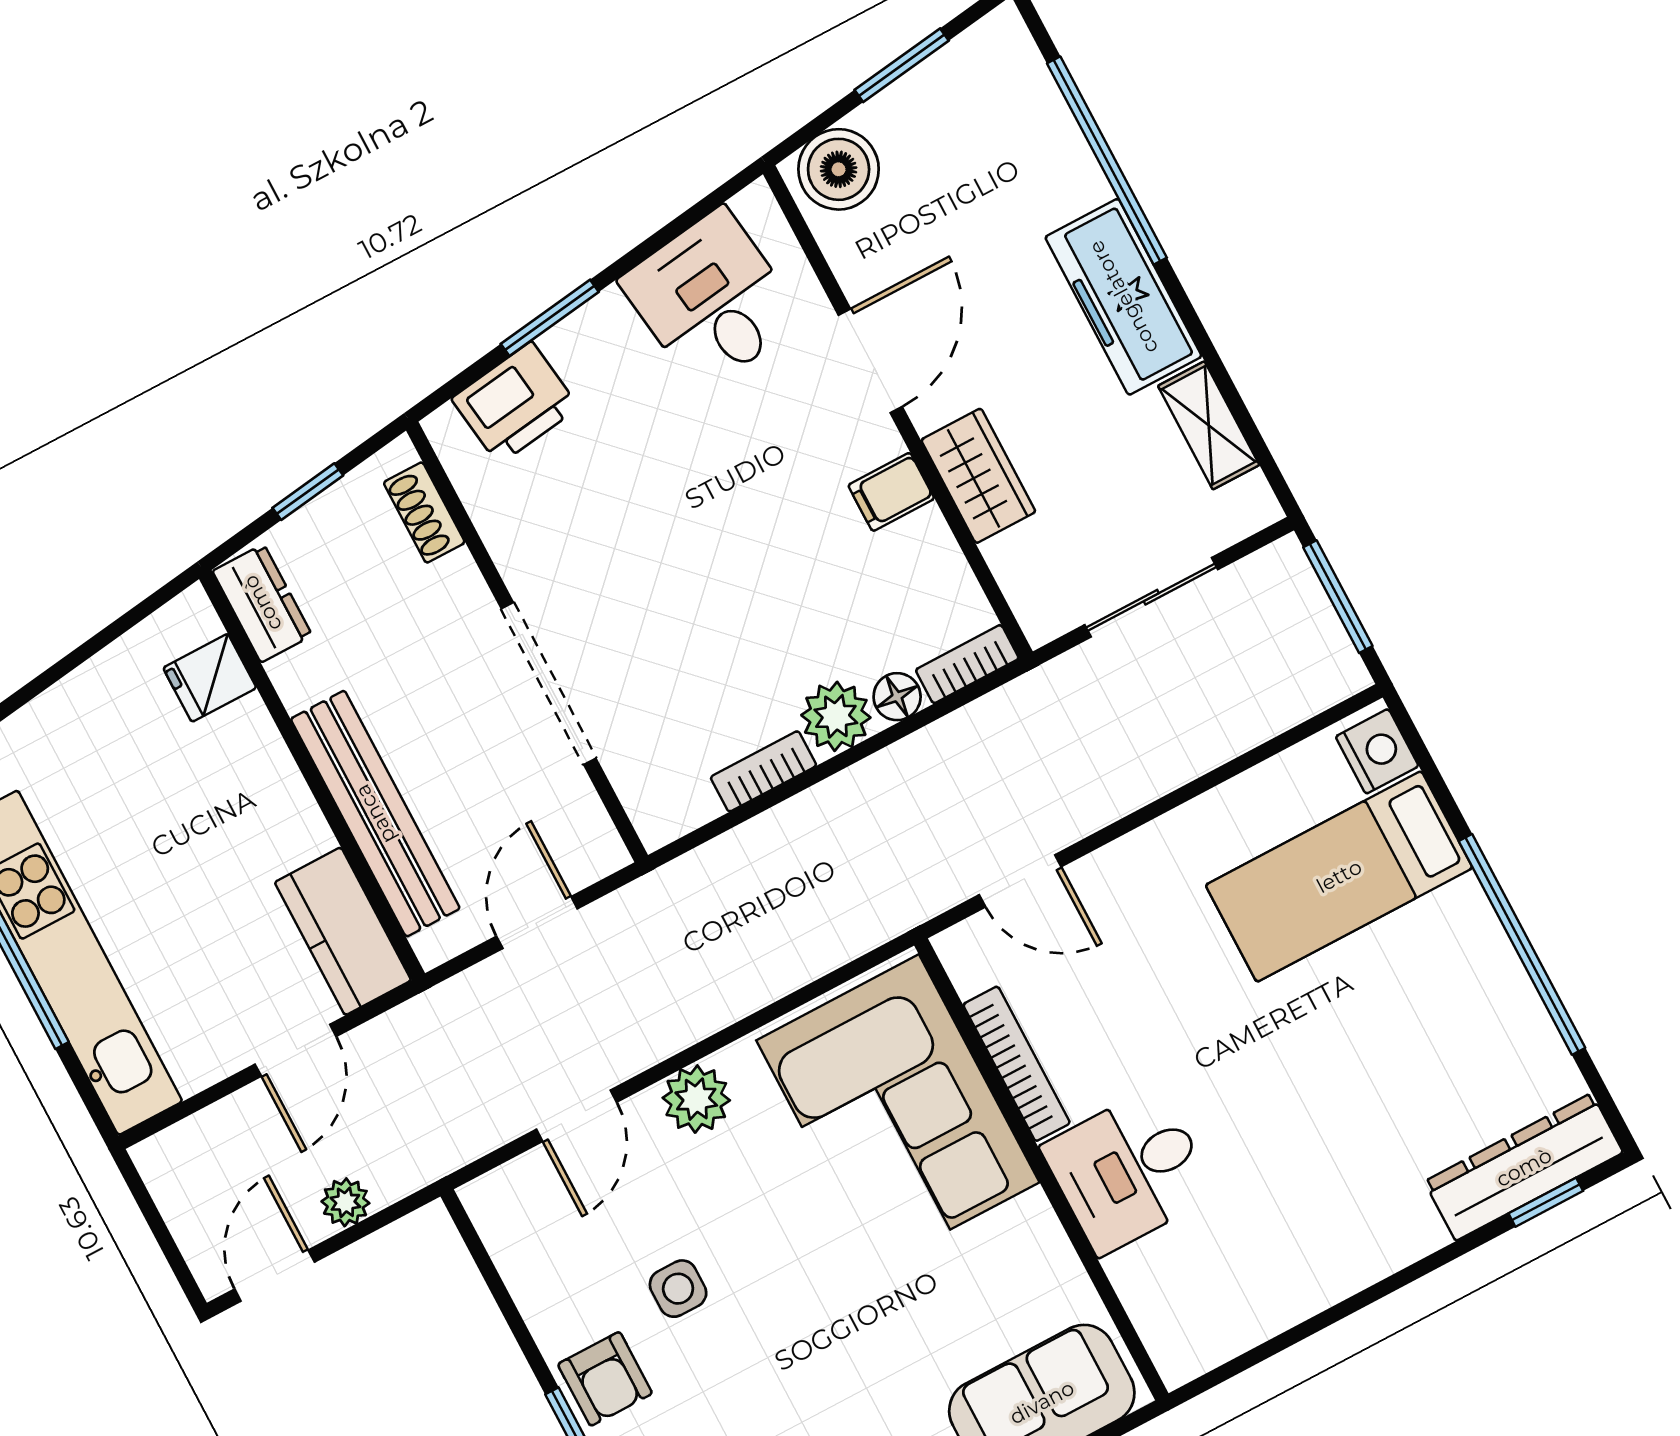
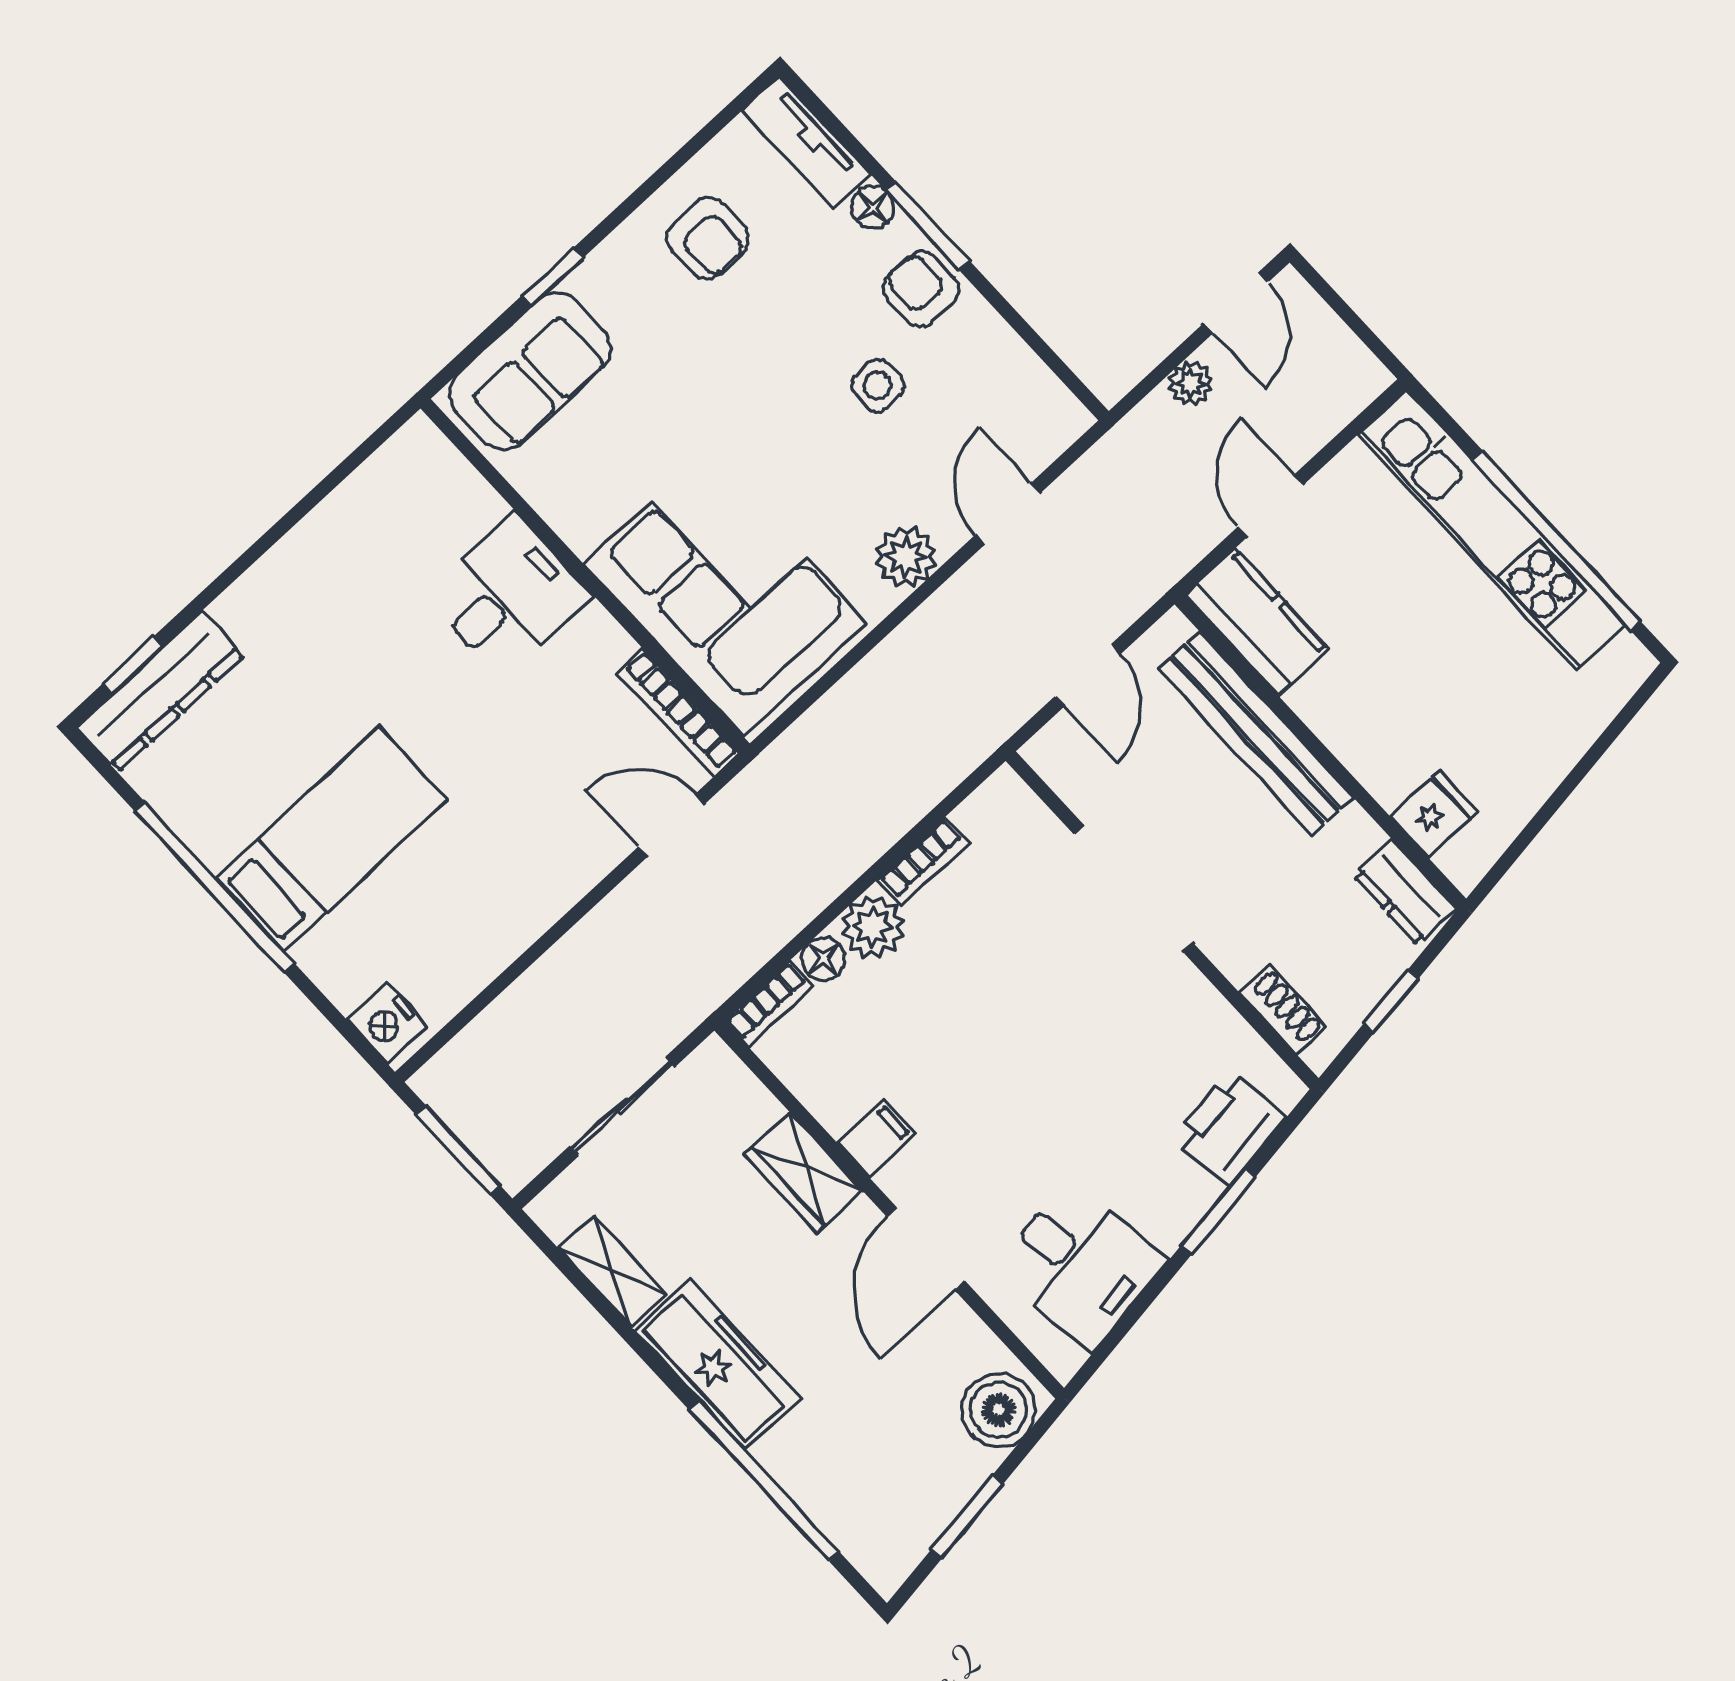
bed: (1339, 876) -> (331, 839), moved
bookcase: (1017, 1064) -> (678, 713), moved

